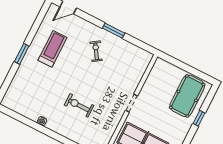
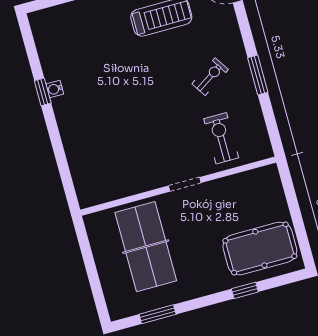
exercise bike: (79, 105) -> (221, 138), moved
window: (39, 127) -> (43, 92), added

